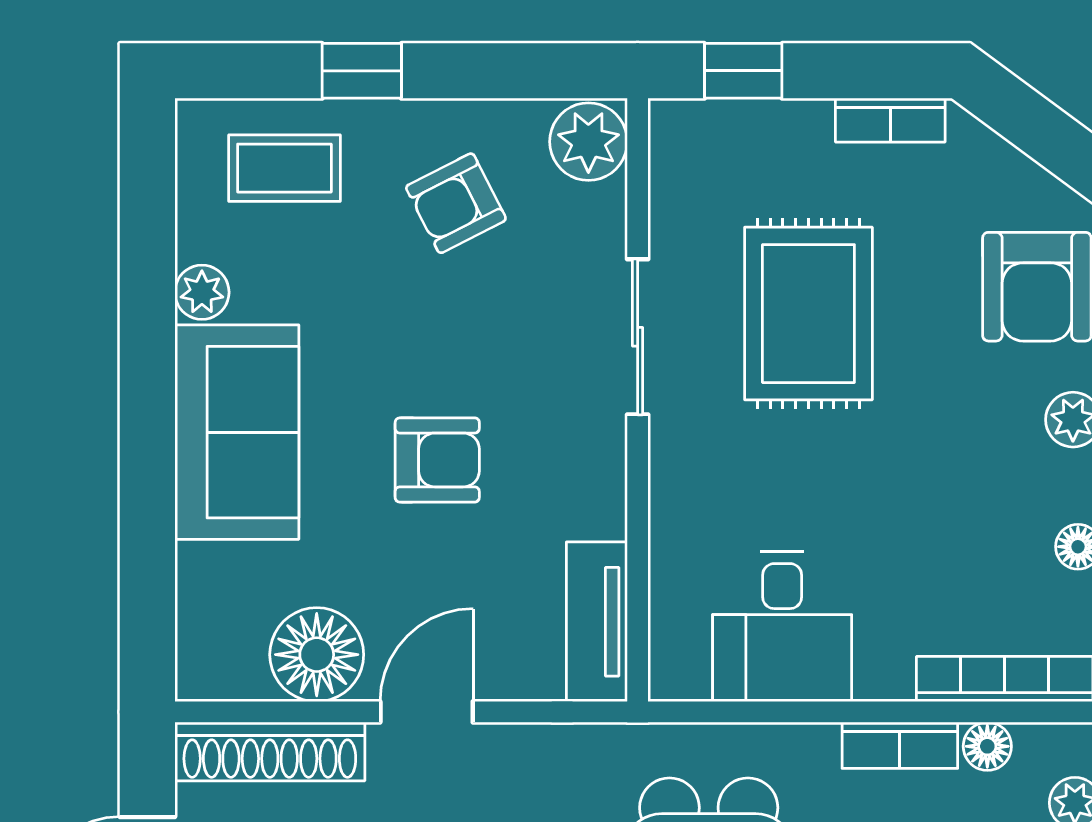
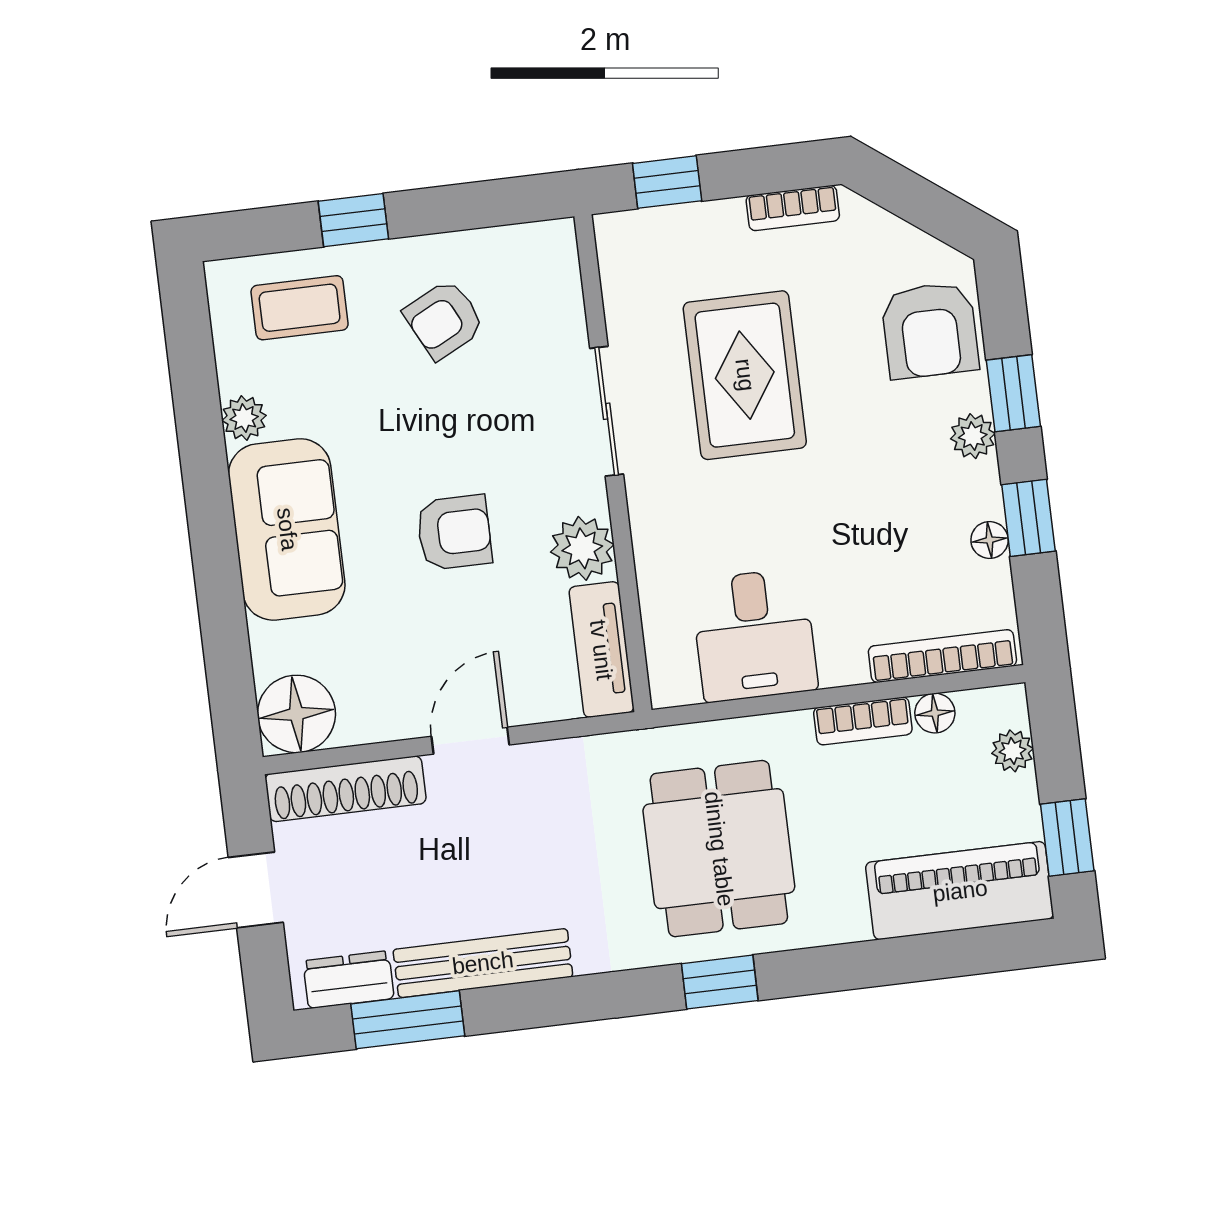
plant: (588, 142) -> (582, 548), moved
floor lamp: (317, 655) -> (296, 714), moved

